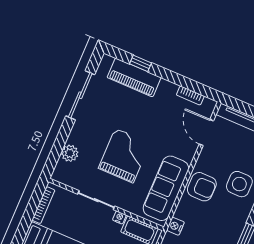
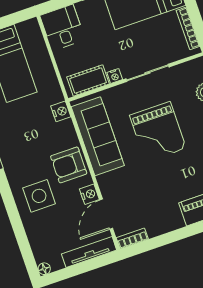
bookcase: (190, 95) -> (132, 238), moved
door: (206, 132) -> (106, 214), swing flipped
nightstand: (206, 155) -> (89, 194), added

